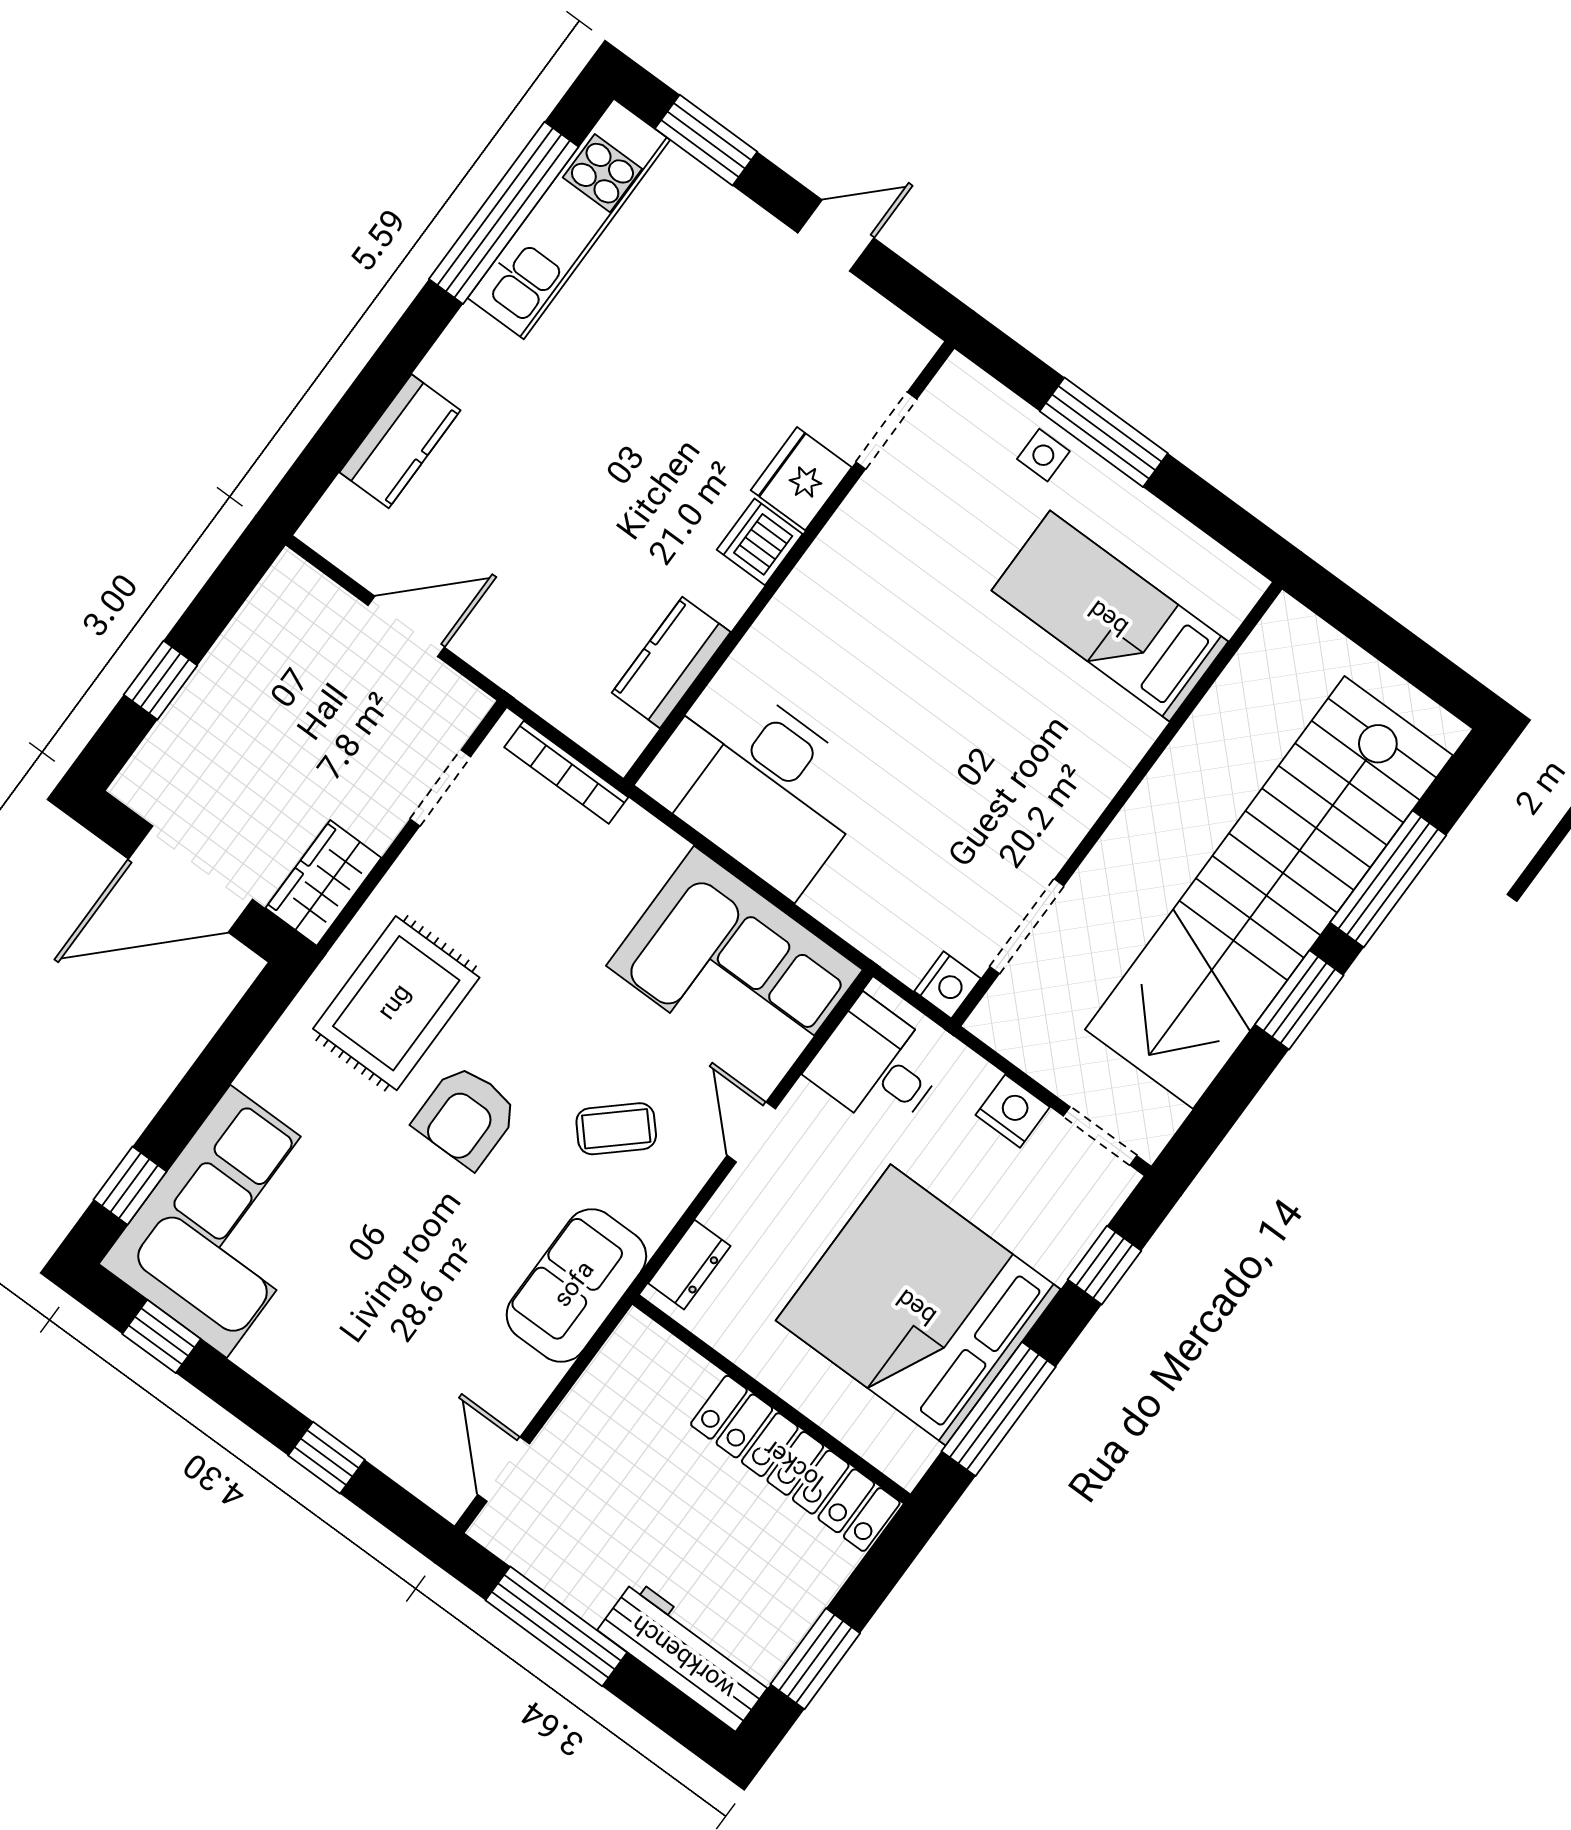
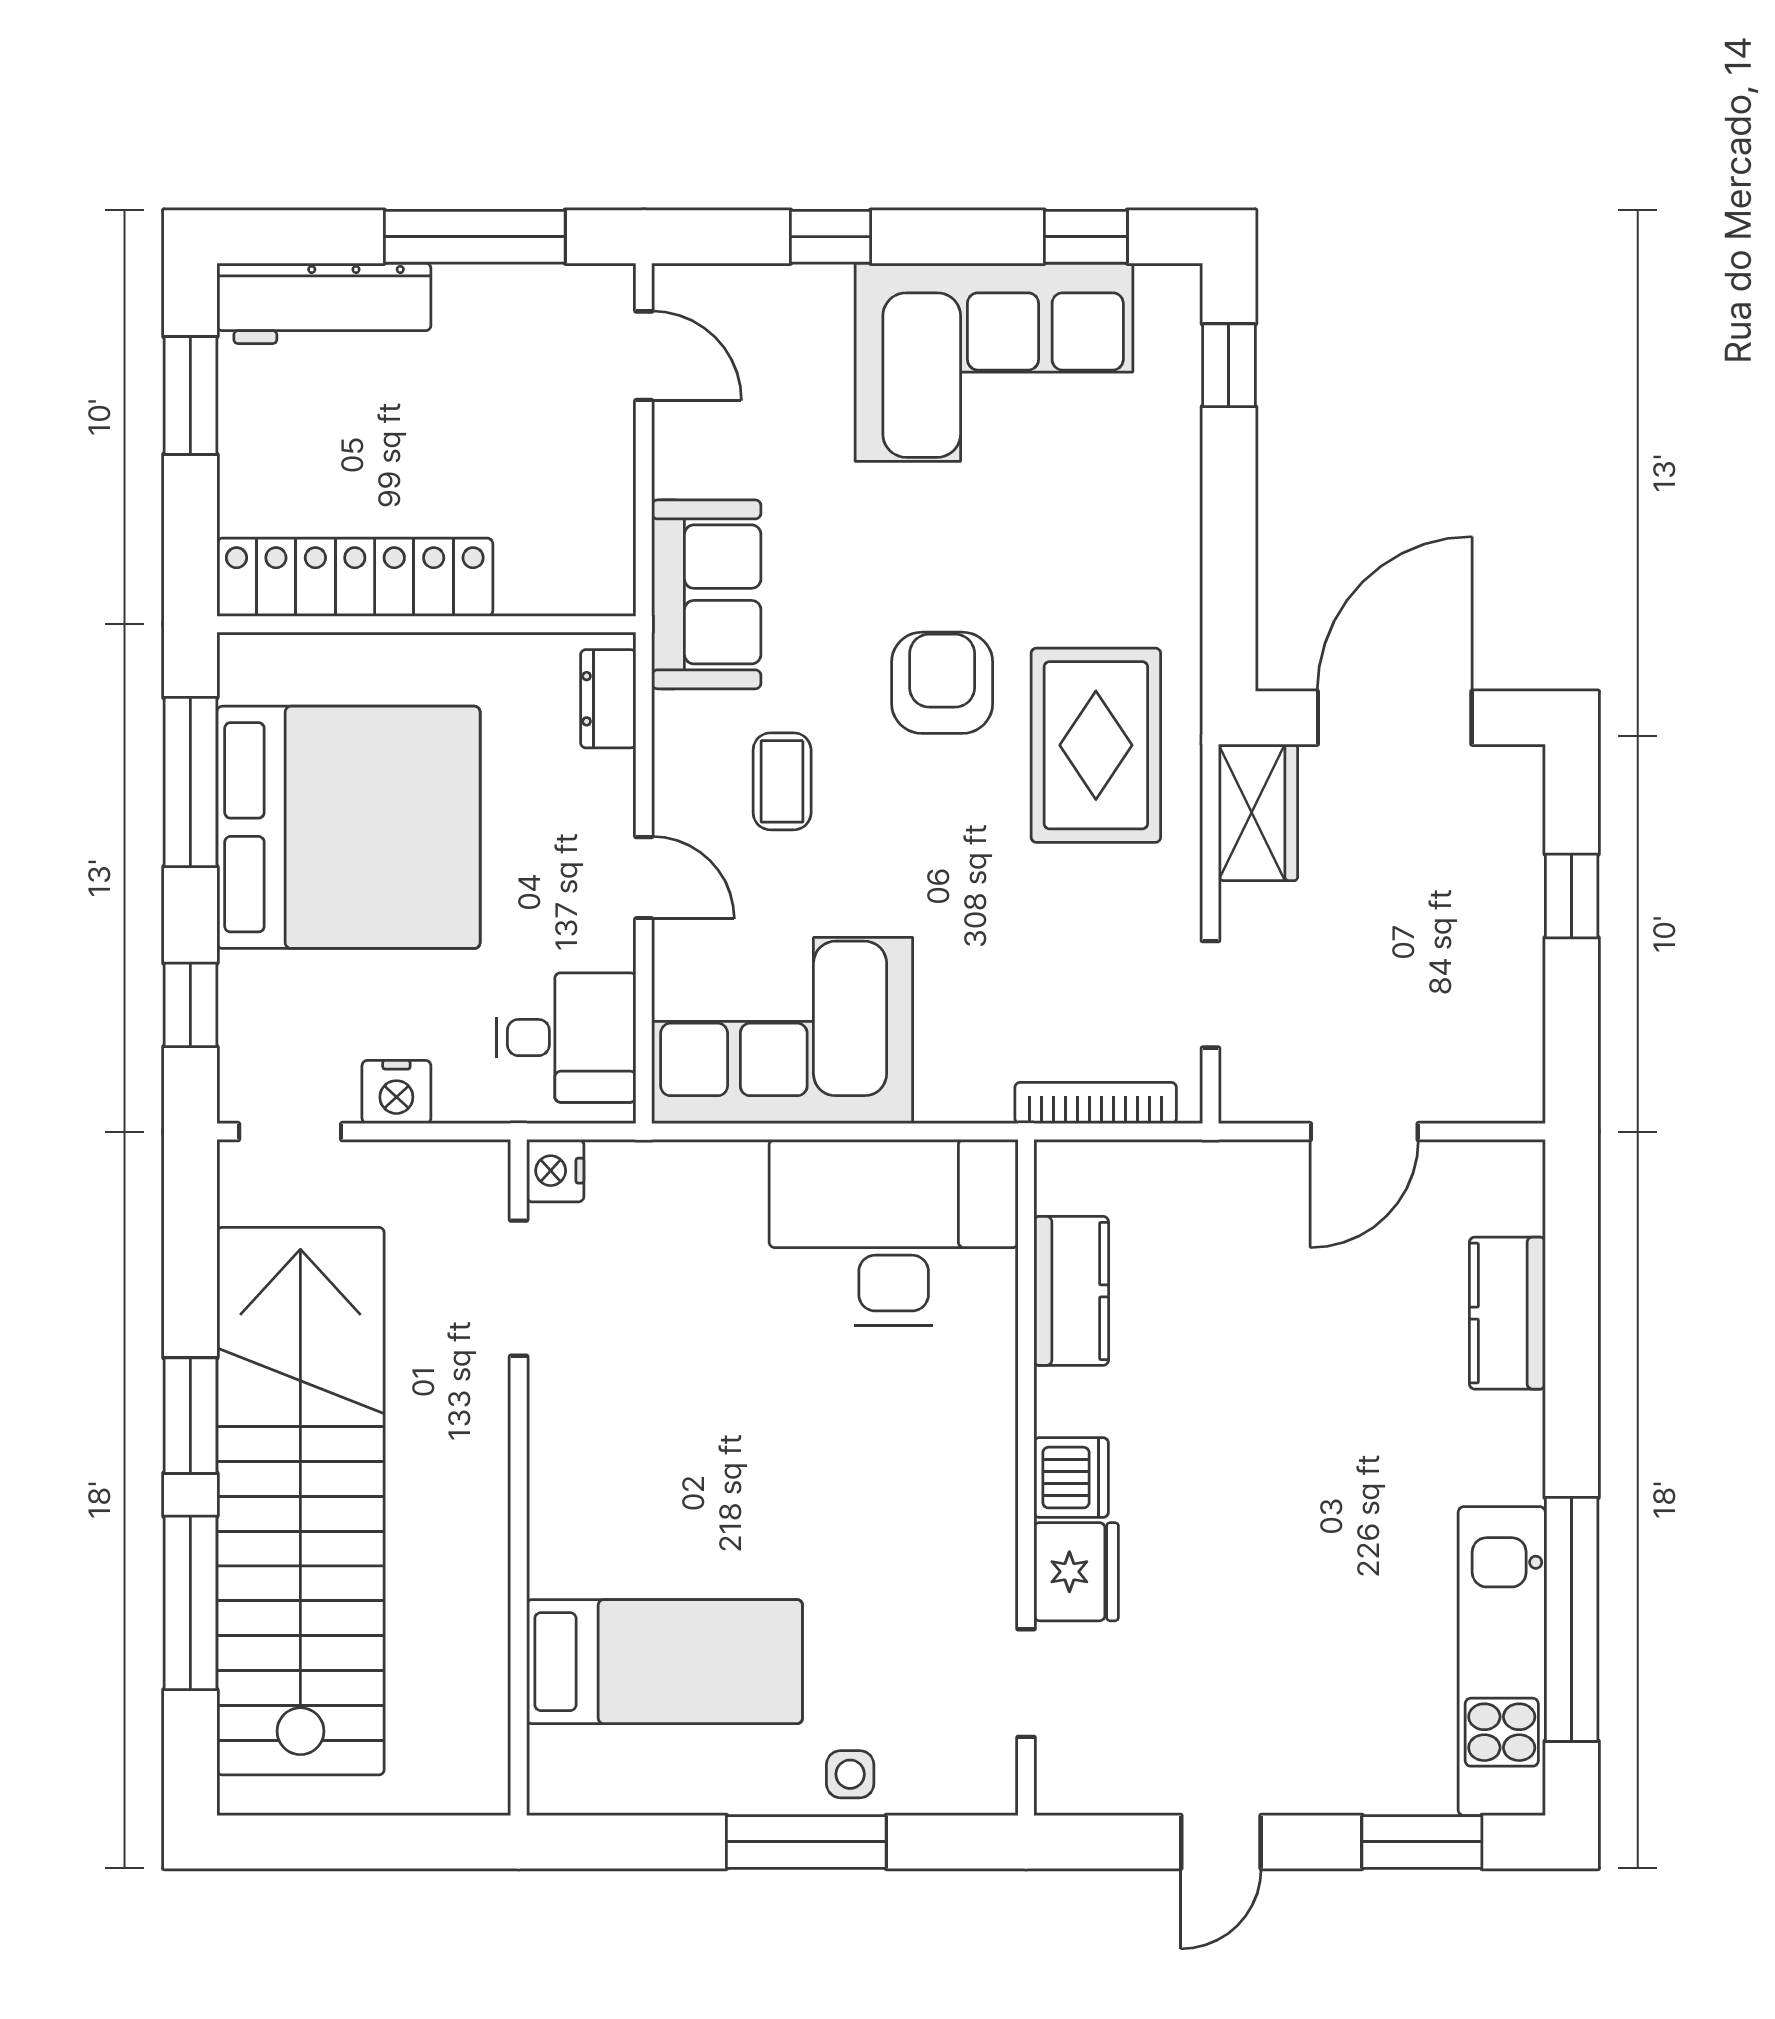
coffee table: (616, 1129) -> (782, 781), turned -48
corner sofa: (229, 1221) -> (994, 362), moved, turned -90

